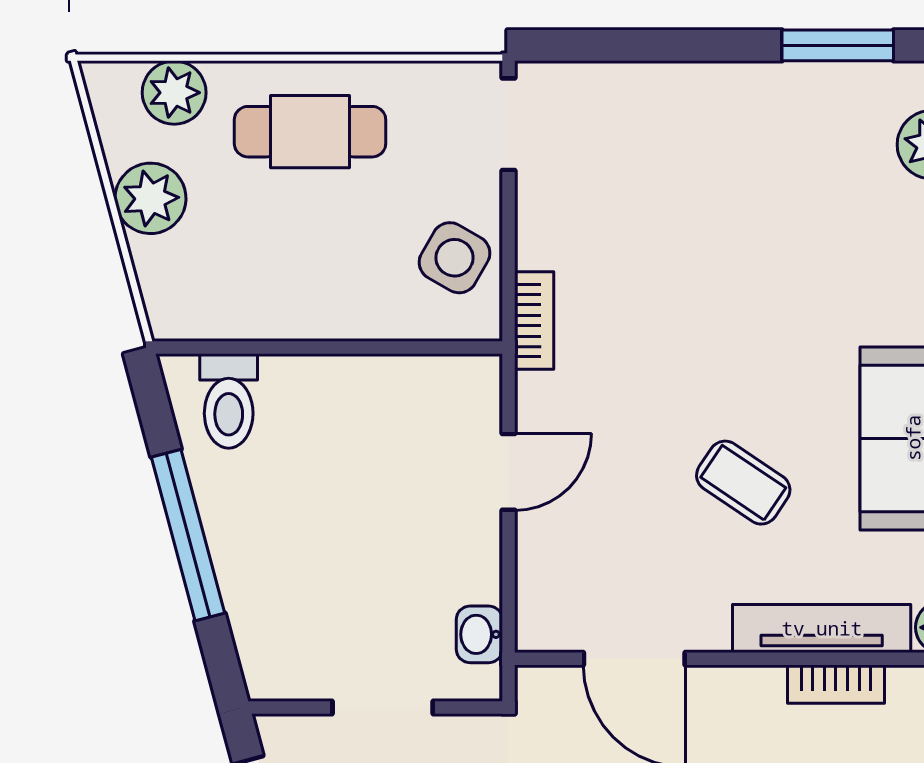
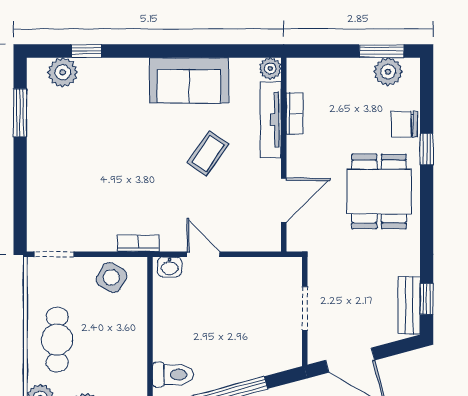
washbasin: (479, 634) -> (169, 267), moved

